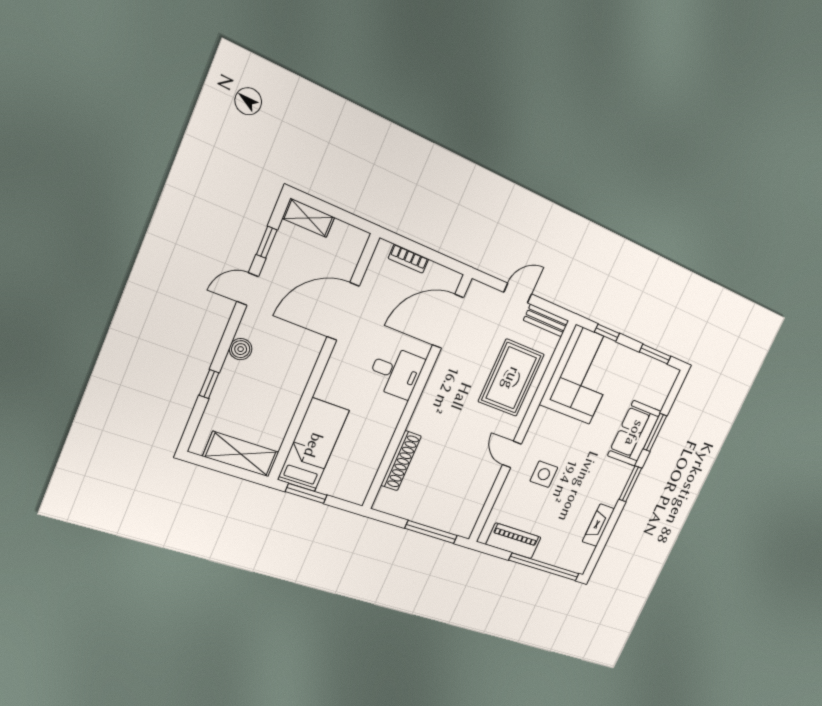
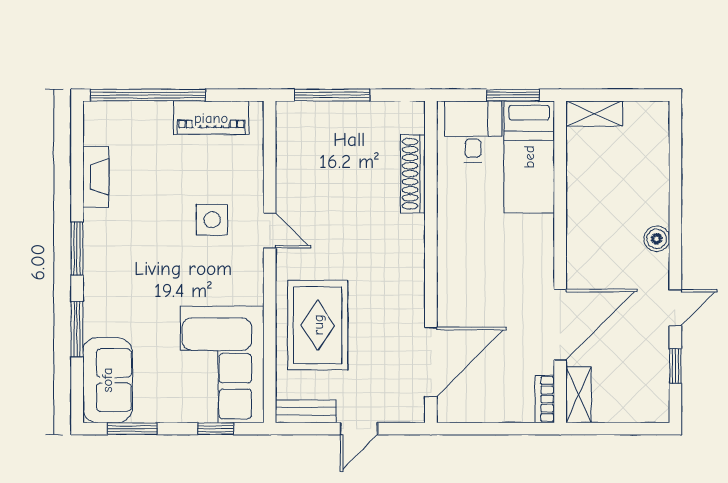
shelving: (308, 218) -> (579, 395), moved, turned 90
bookcase: (408, 259) -> (545, 399), moved, turned -90
desk: (396, 372) -> (473, 132), moved, turned 90
window: (209, 384) -> (675, 187), removed
sofa: (634, 433) -> (107, 380), moved
shelving: (241, 454) -> (594, 114), width x0.67, depth x0.75

